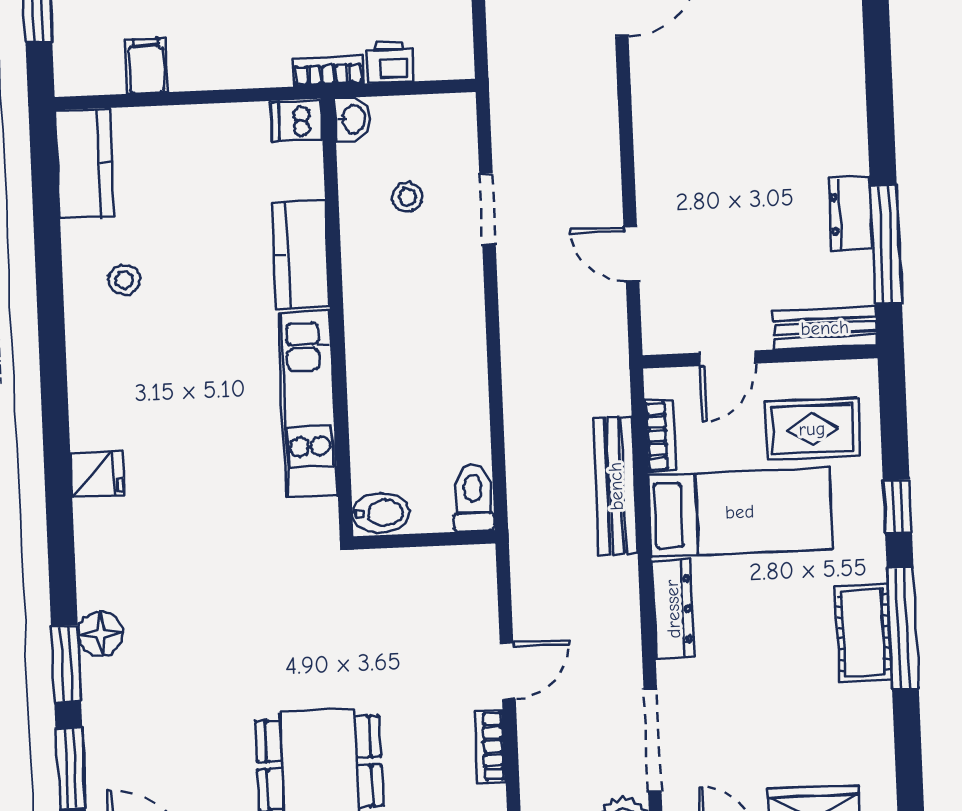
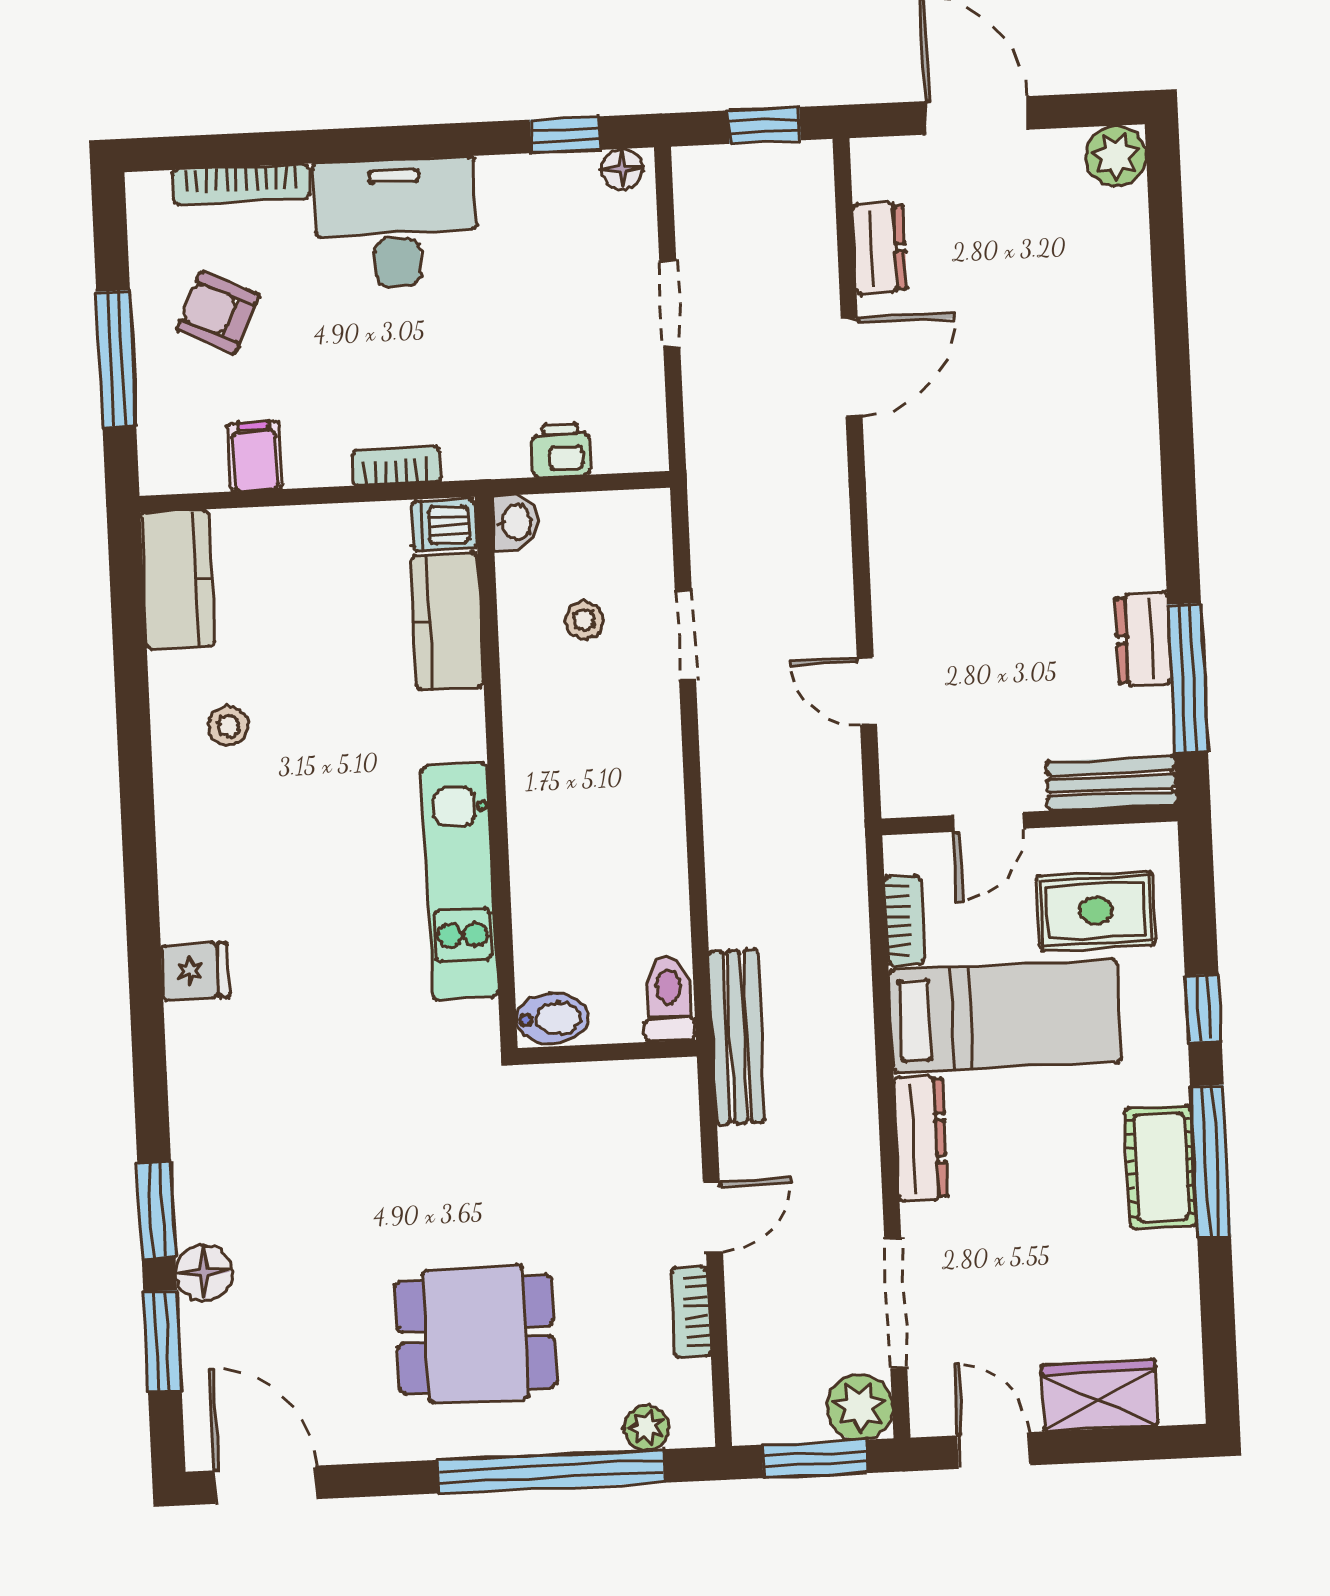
bookcase: (328, 71) -> (396, 466), moved
kitchen counter: (301, 255) -> (447, 621), moved
bench: (616, 486) -> (737, 1037), moved
floor lamp: (100, 634) -> (204, 1273), moved

